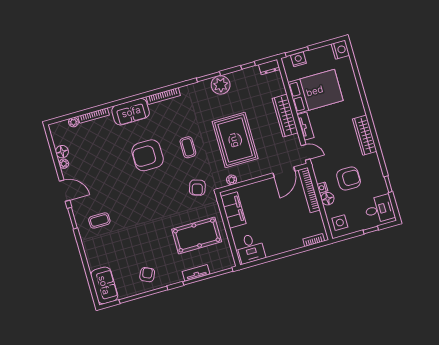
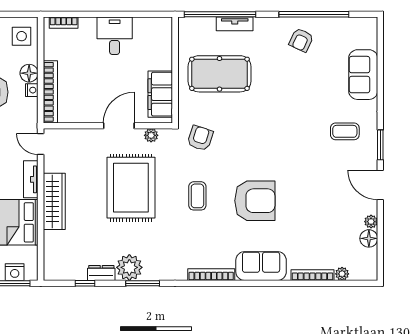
dresser: (269, 67) -> (101, 273), moved
door: (284, 172) -> (119, 126), moved
desk: (251, 248) -> (115, 36), moved
sofa: (104, 285) -> (363, 75), moved

